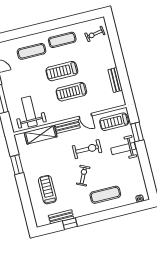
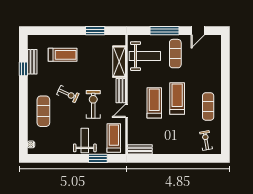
exercise mat: (32, 51) -> (175, 54), moved
bench: (115, 80) -> (140, 149), moved
exercise bike: (87, 149) -> (93, 104), turned 180

